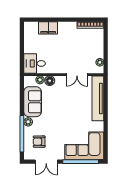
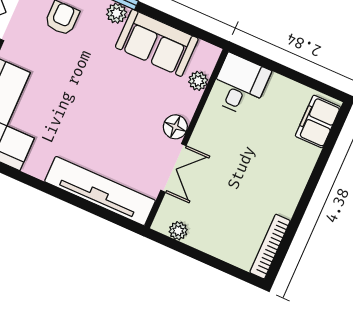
filing cabinet: (48, 28) -> (318, 122), moved
double door: (77, 75) -> (173, 168), swing flipped
floor lamp: (50, 81) -> (175, 127), moved

